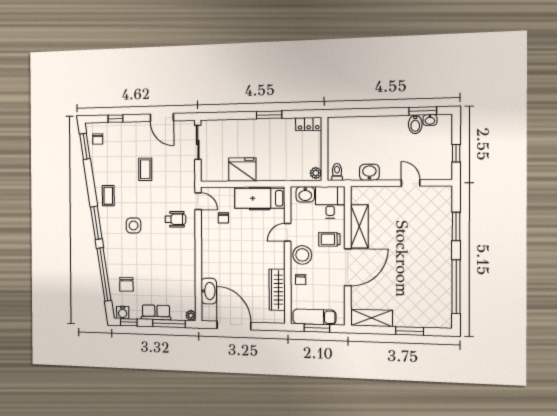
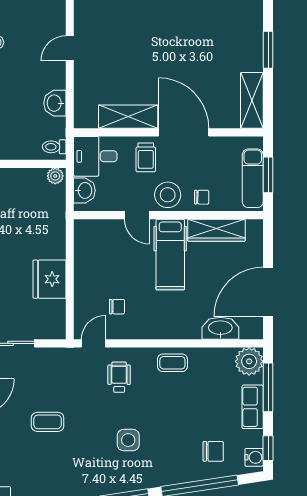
coffee table: (108, 196) -> (172, 363), moved
hospital bed: (260, 198) -> (170, 255), moved
plant: (191, 315) -> (249, 361), width x1.88, depth x1.88

